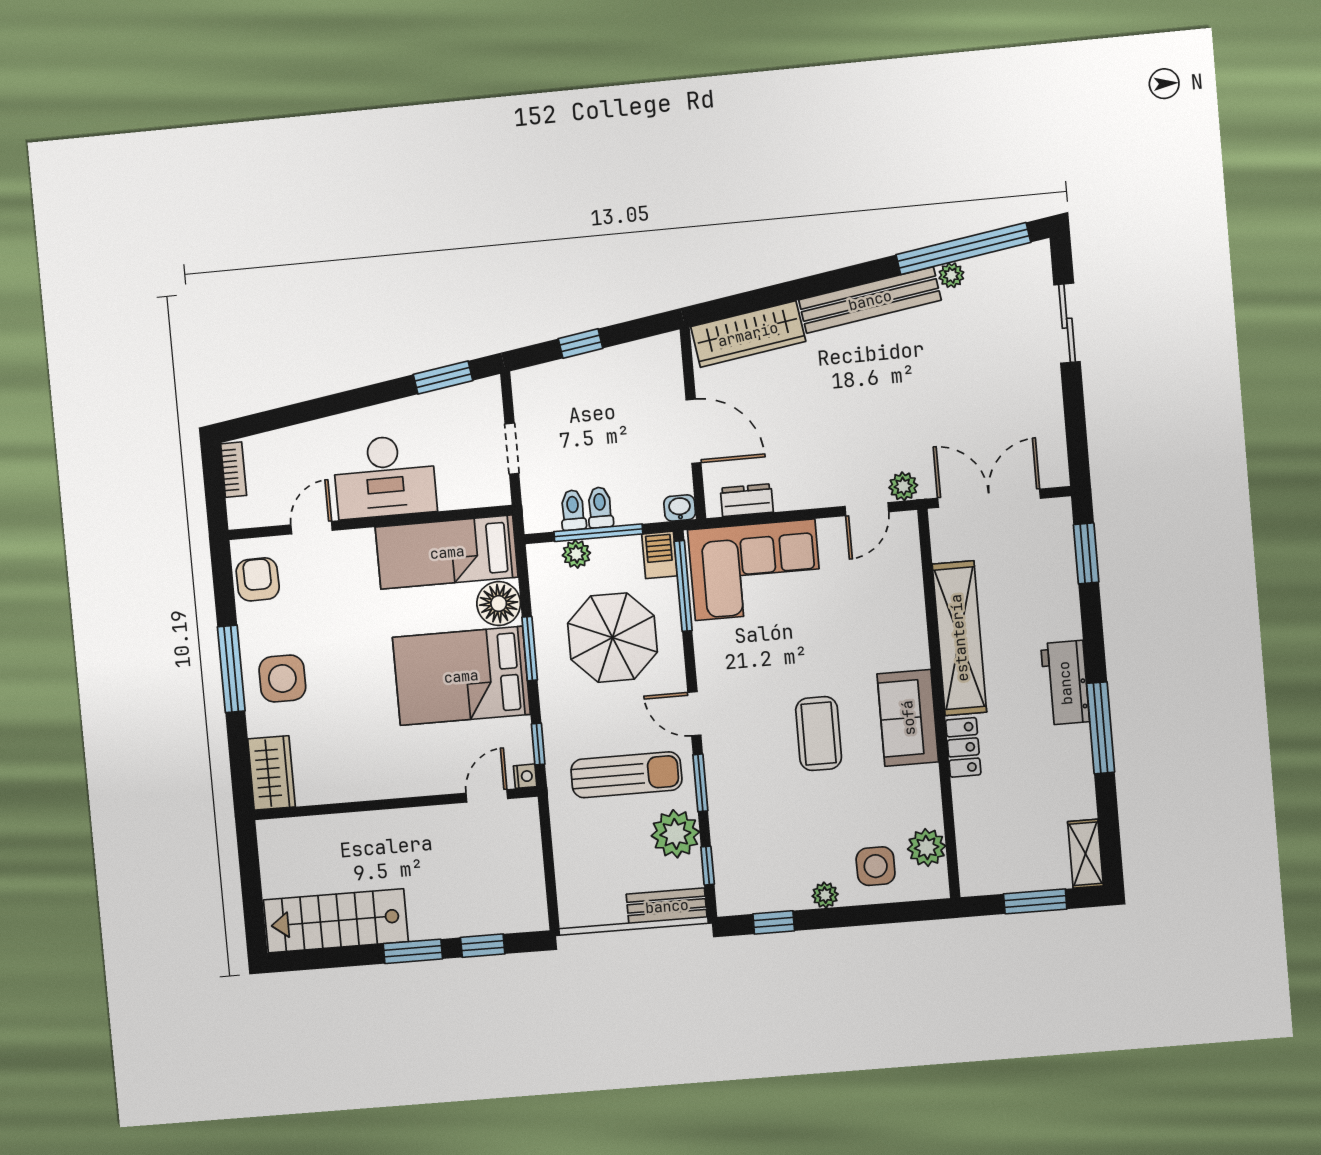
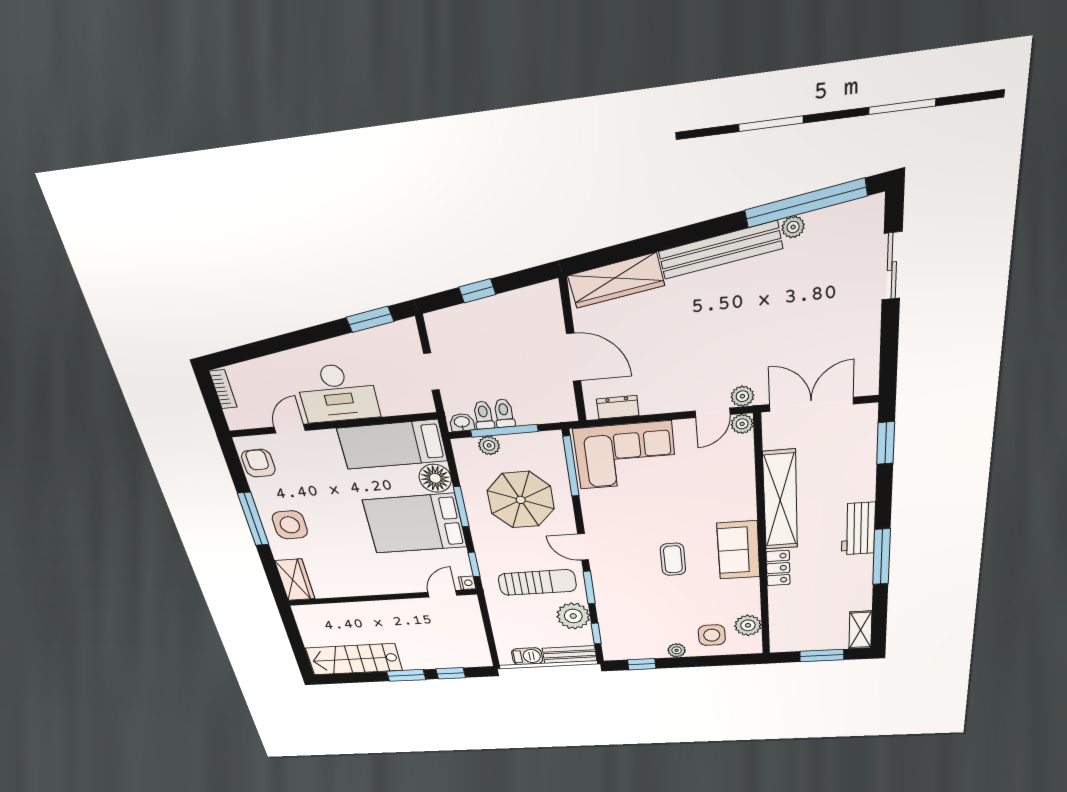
washbasin: (680, 508) -> (462, 422), moved
plant: (905, 525) -> (742, 424), added
barbecue: (659, 555) -> (527, 656), moved, turned 90
coffee table: (819, 734) -> (673, 559), width x0.73, depth x0.77

